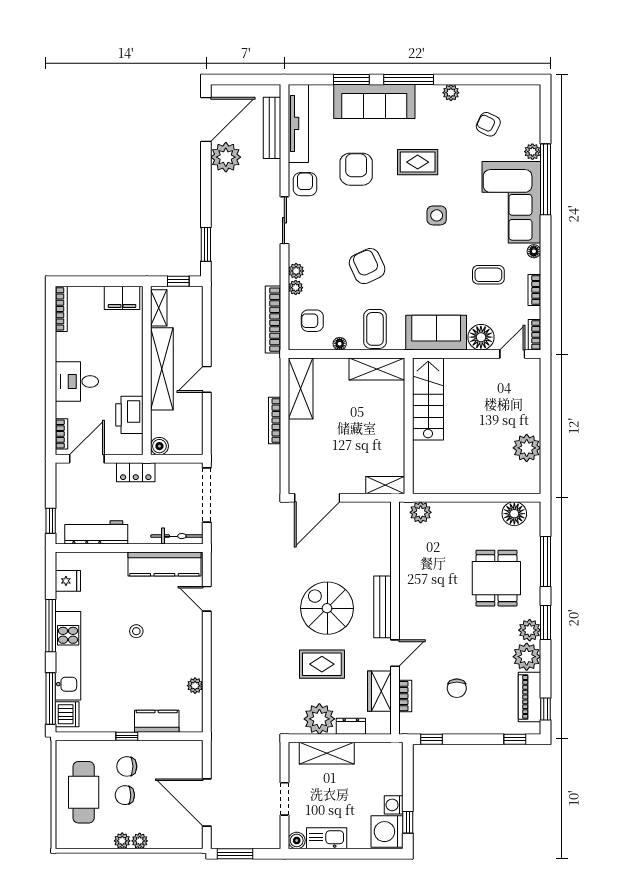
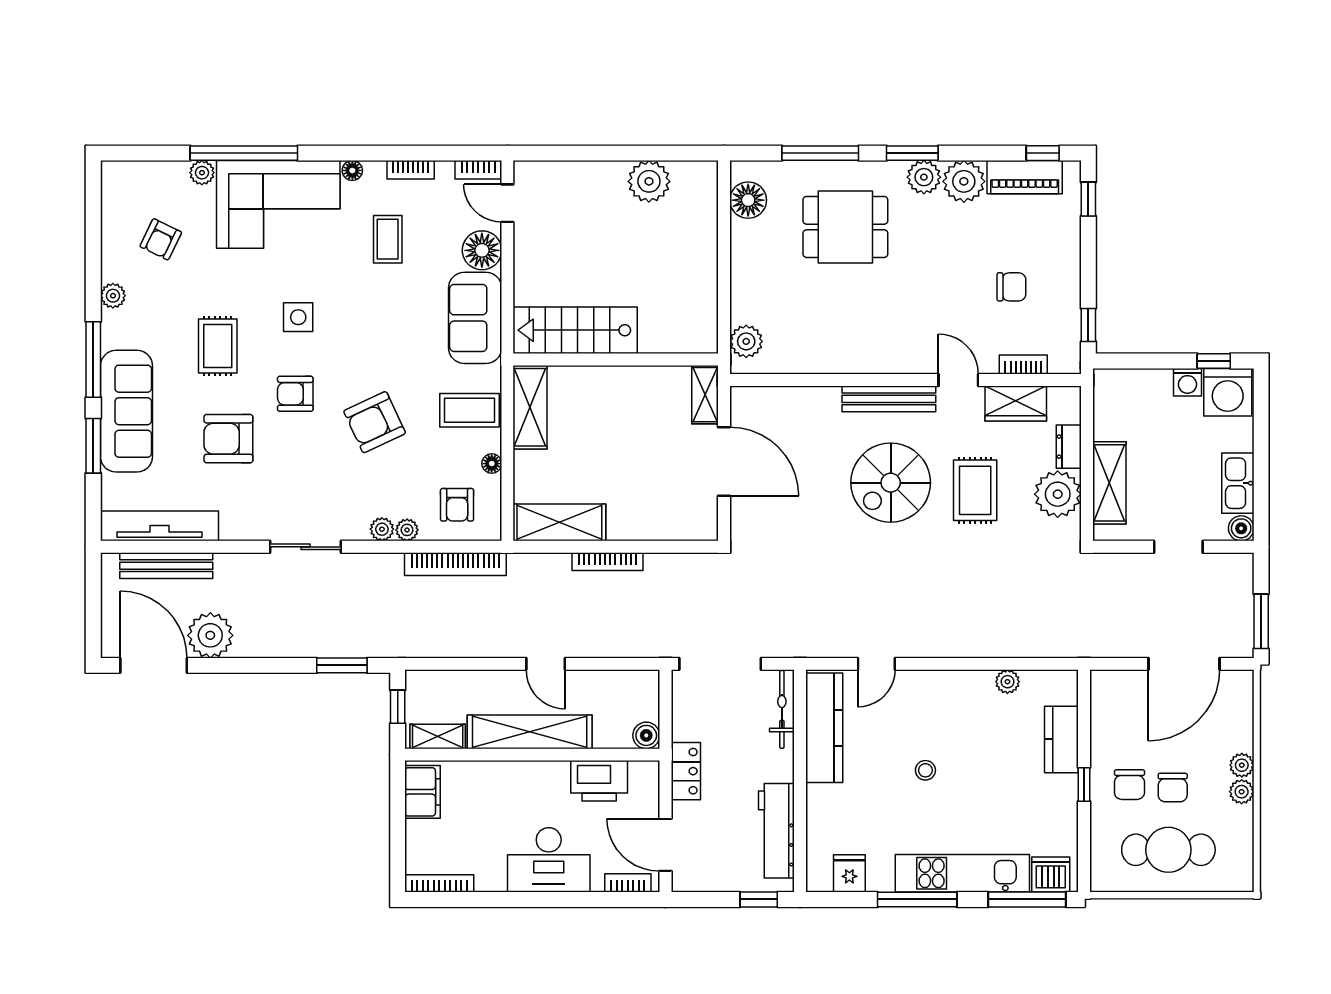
armchair: (305, 184) -> (295, 394), moved
desk: (77, 381) -> (549, 860), width x1.37
door: (317, 498) -> (724, 461), moved

